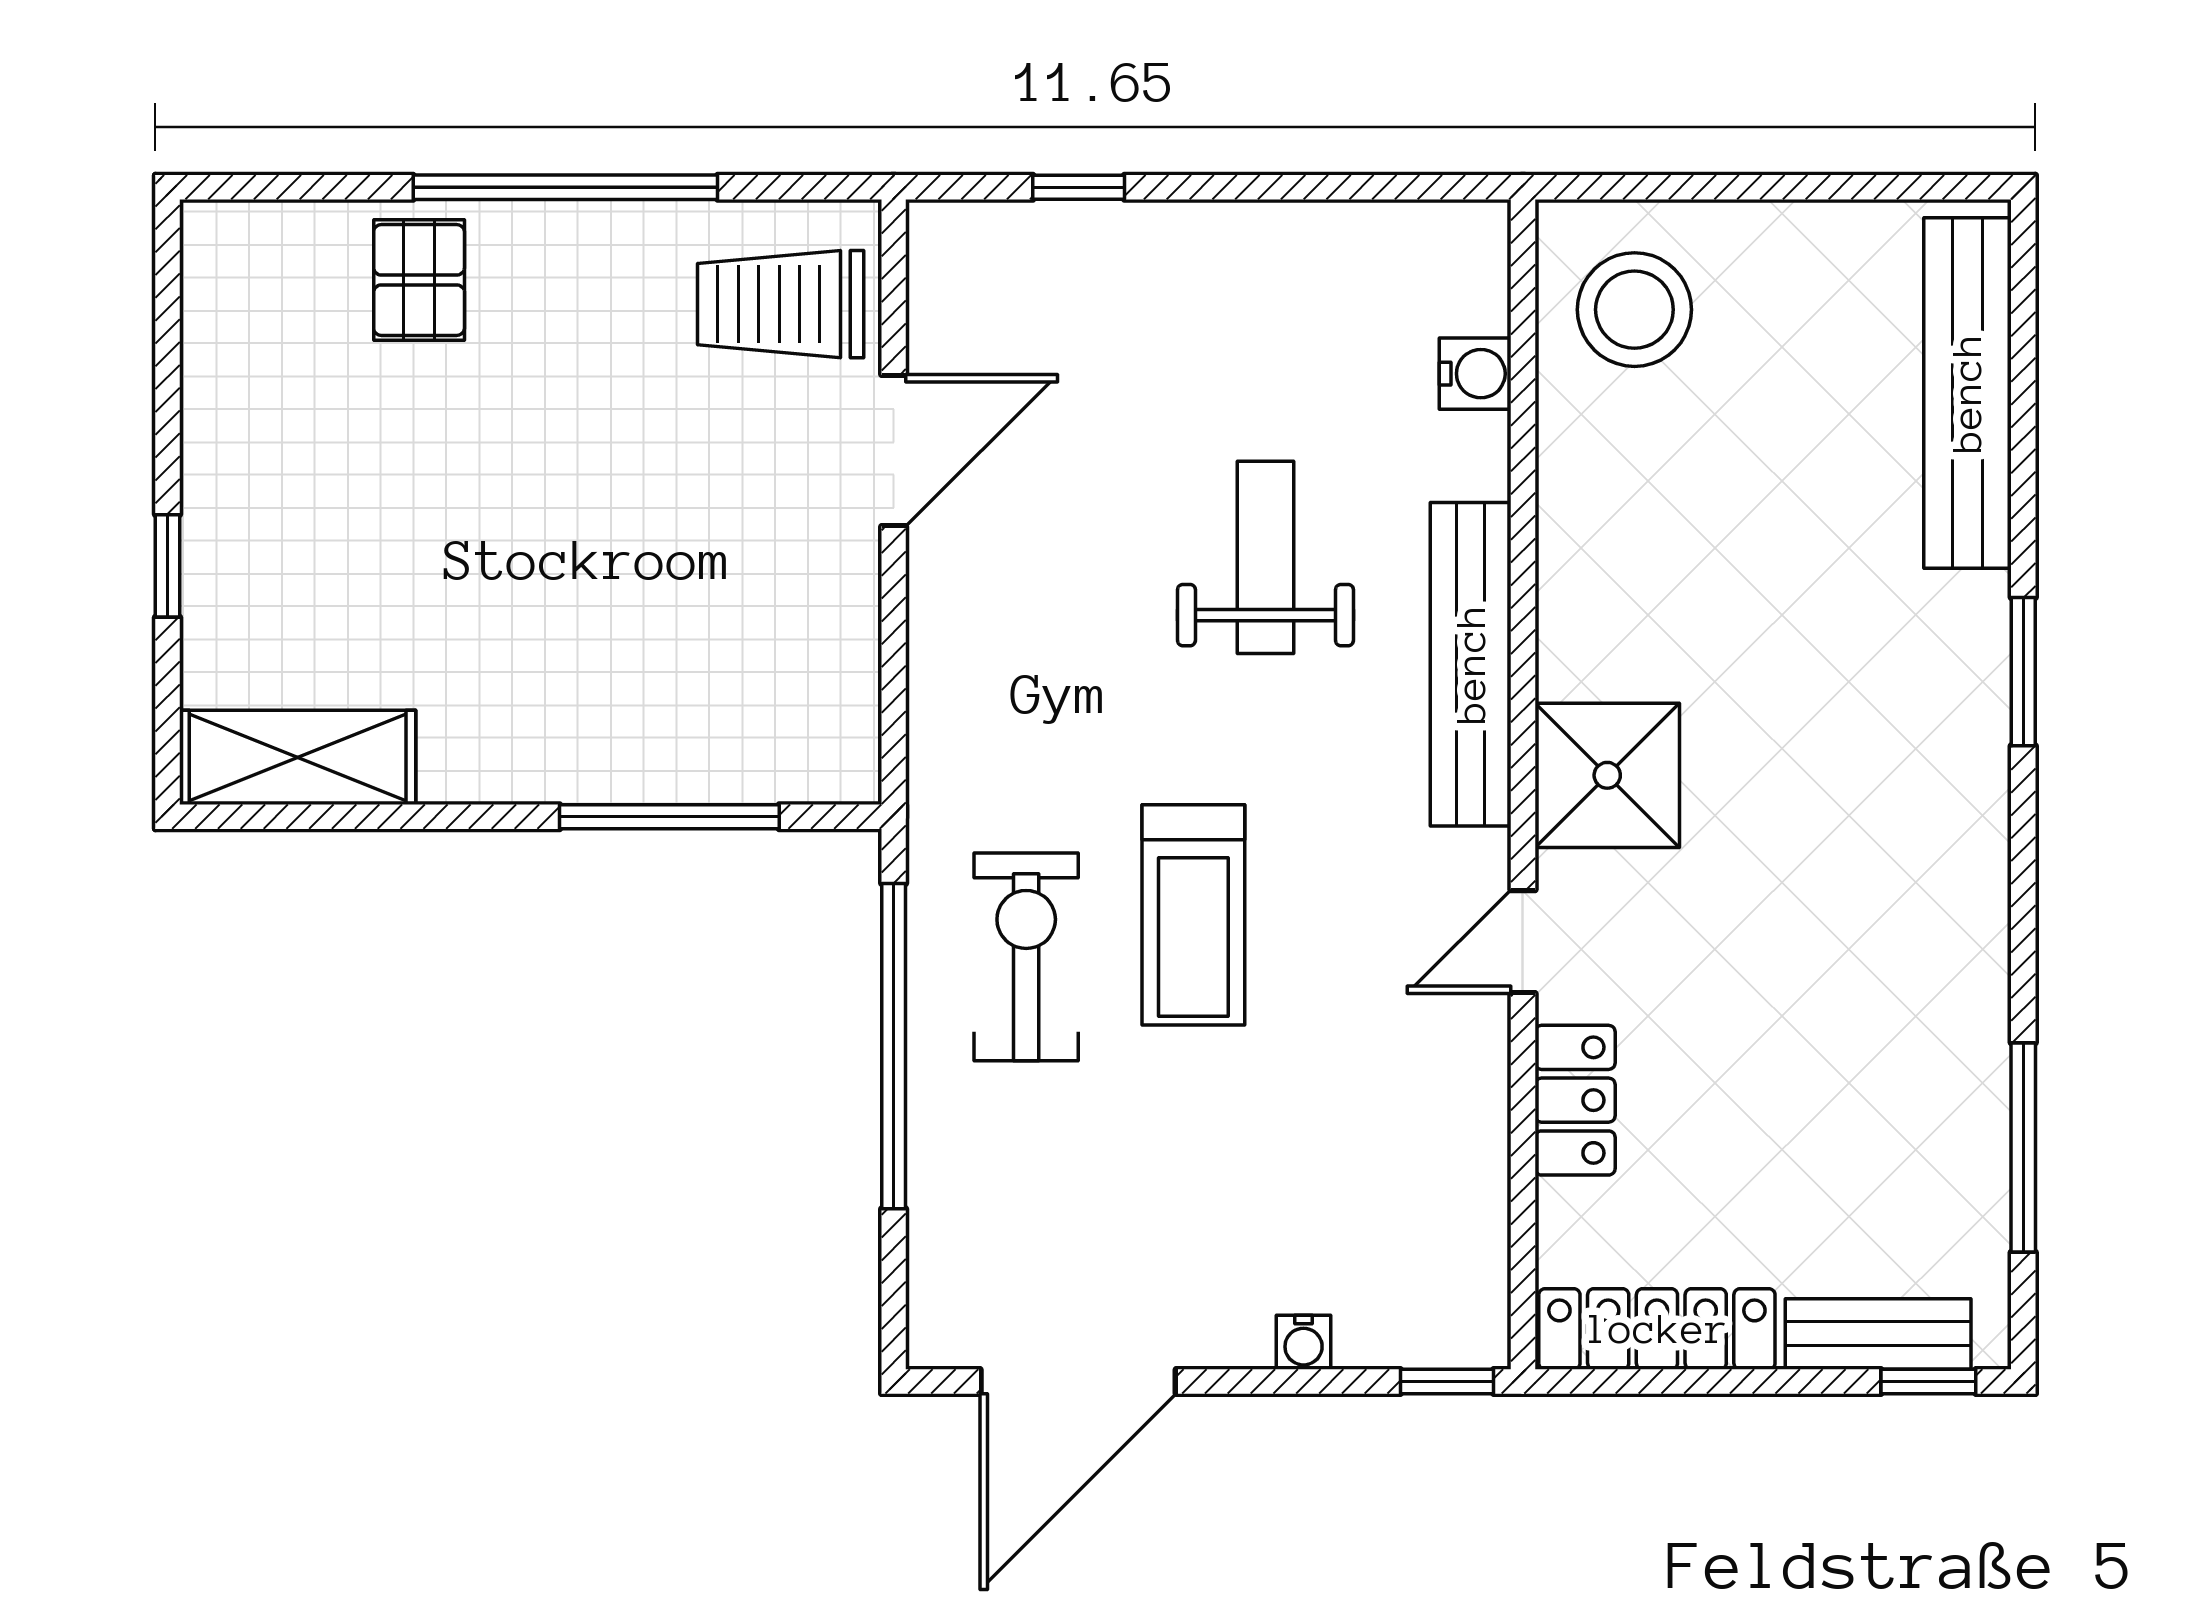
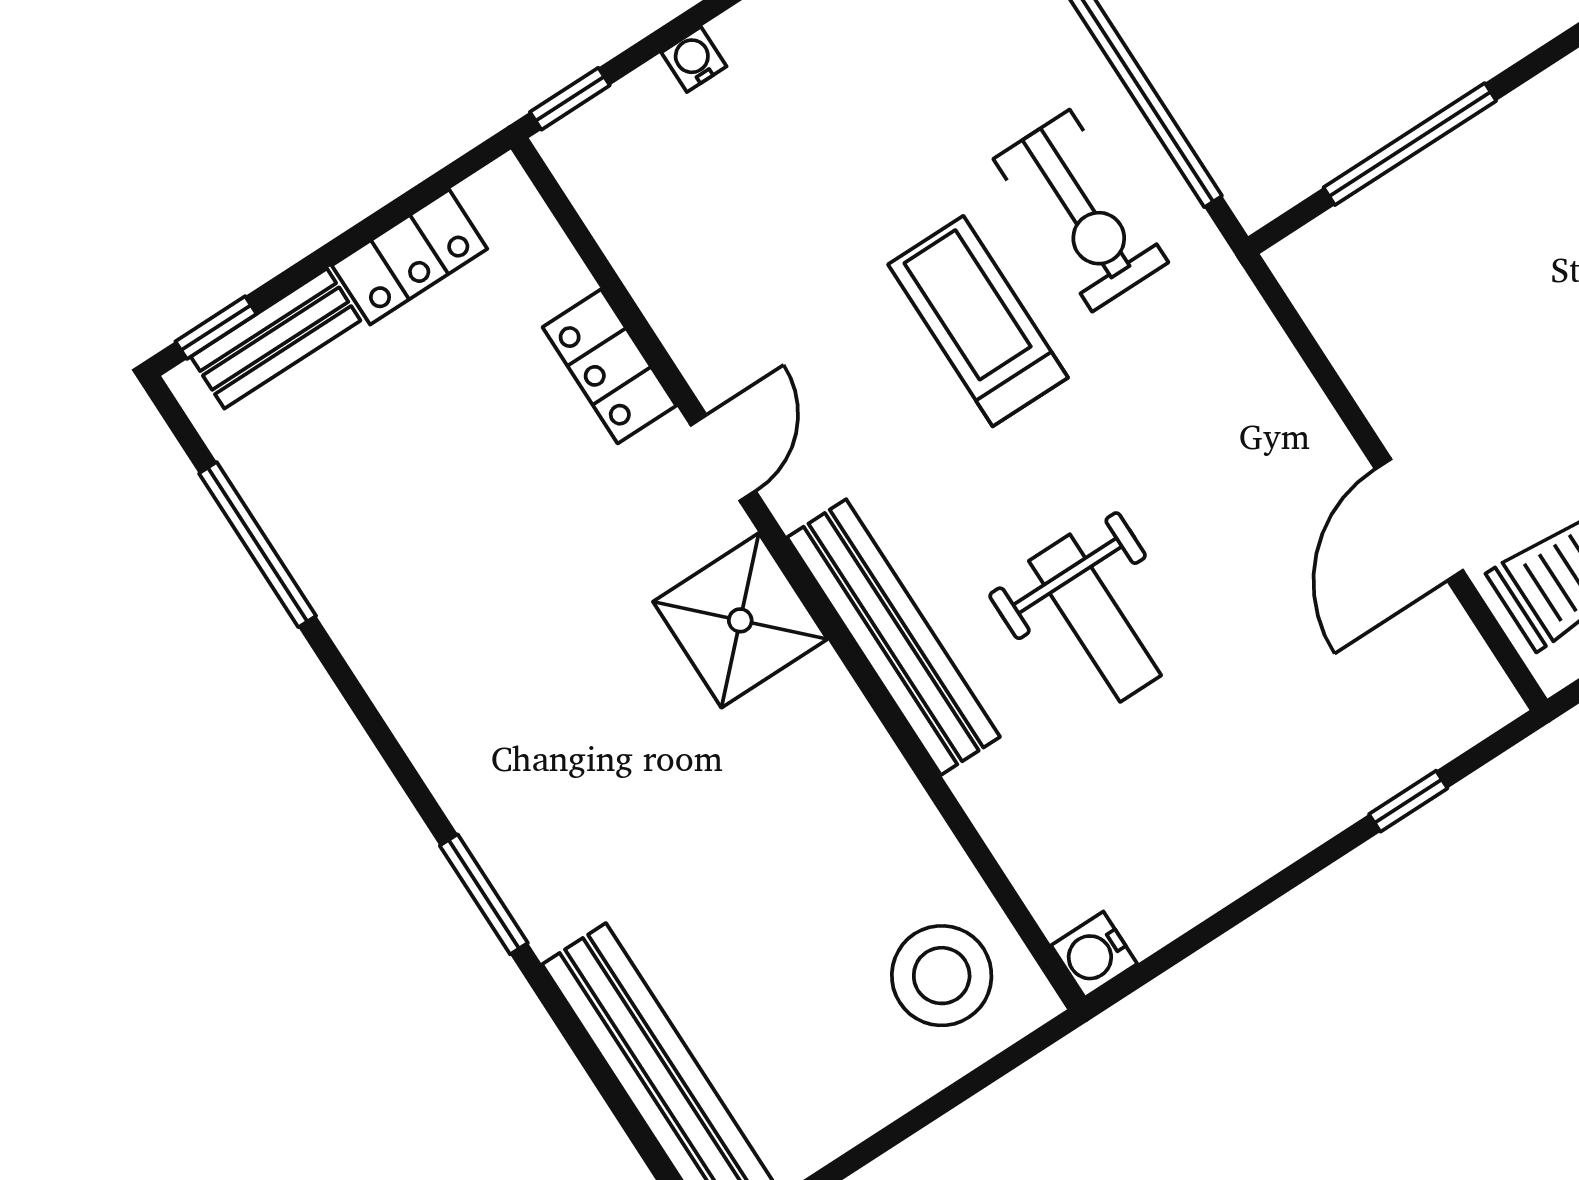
water cooler: (1475, 374) -> (1094, 955), moved
locker: (1657, 1329) -> (410, 257), width x0.66

